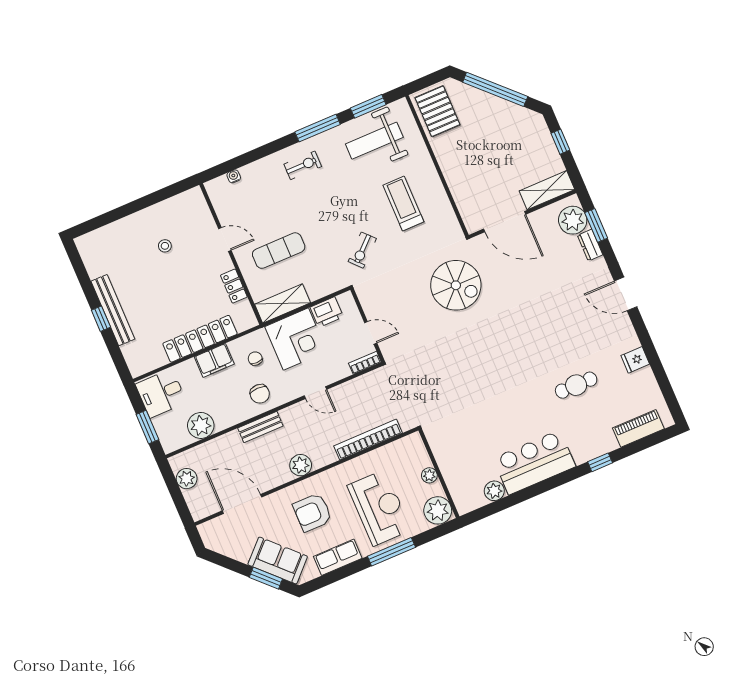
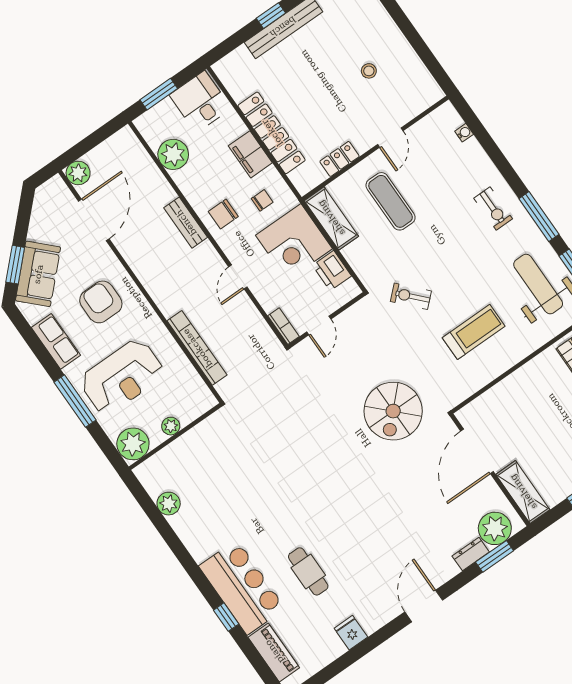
bar counter: (534, 462) -> (242, 587), moved
plant: (301, 465) -> (152, 277), removed
plant: (187, 479) -> (78, 173), moved

